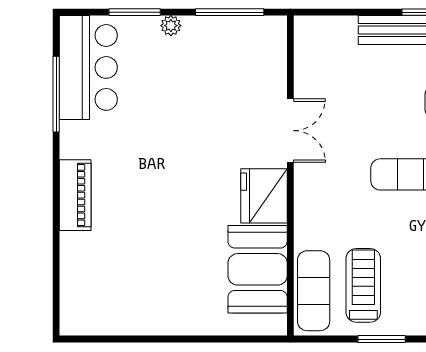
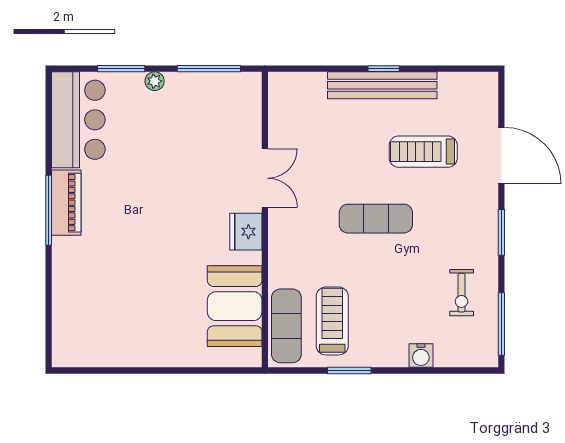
window: (56, 94) -> (49, 210), moved
piano: (75, 195) -> (66, 203), moved
fridge: (264, 196) -> (246, 232), width x0.73, depth x0.75

